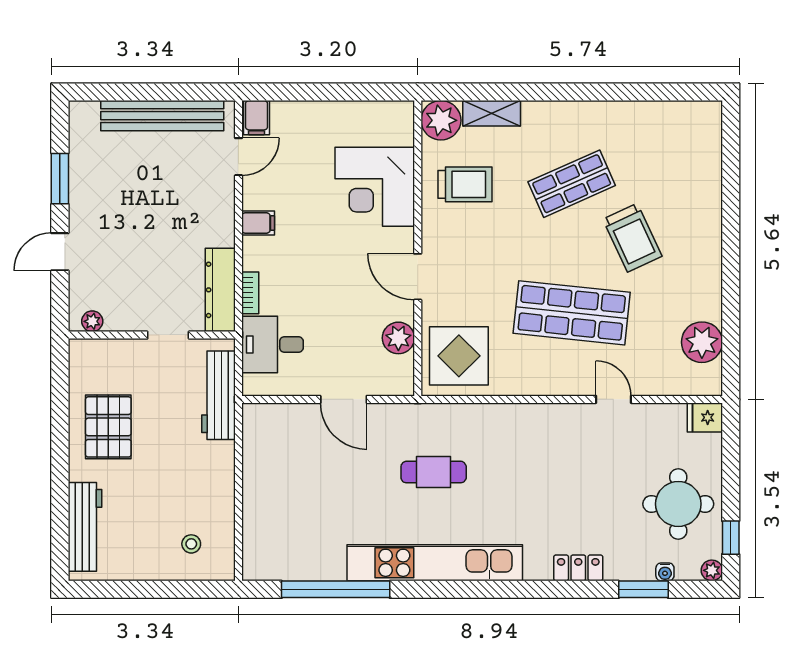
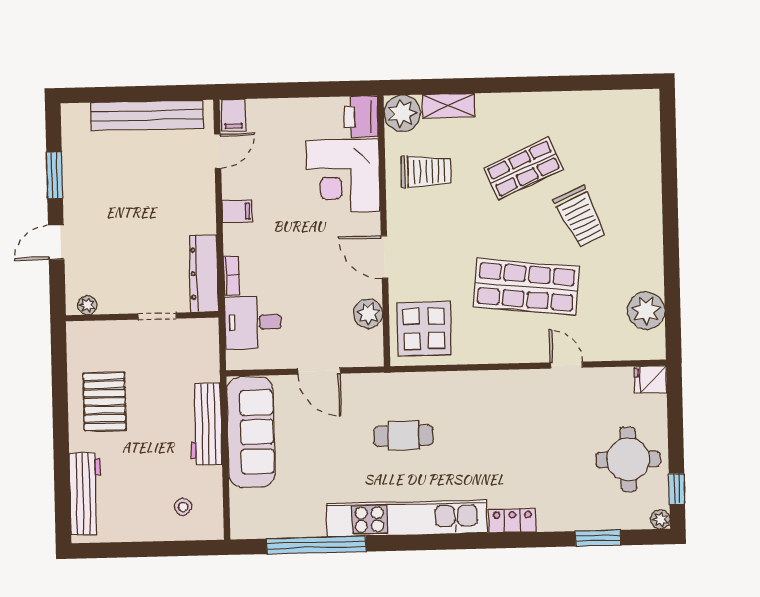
printer: (396, 123) -> (361, 117), added
workbench: (218, 395) -> (206, 424), moved
sofa: (267, 464) -> (251, 432), added
locker: (578, 568) -> (512, 521), moved
water cooler: (665, 572) -> (617, 522), removed

